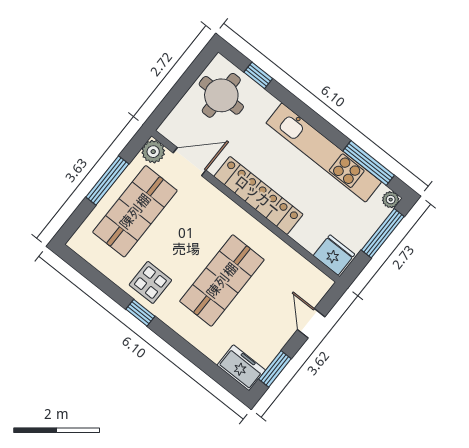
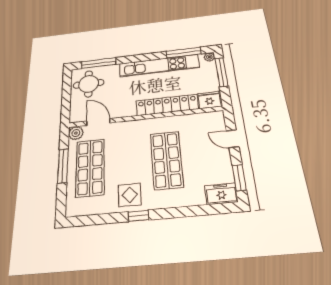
window: (258, 75) -> (99, 63), width x2.17
door: (189, 162) -> (98, 122), hinge flipped
locker: (258, 195) -> (167, 105), moved

